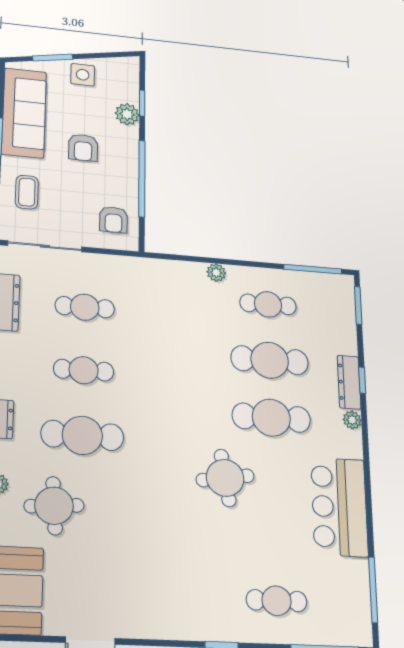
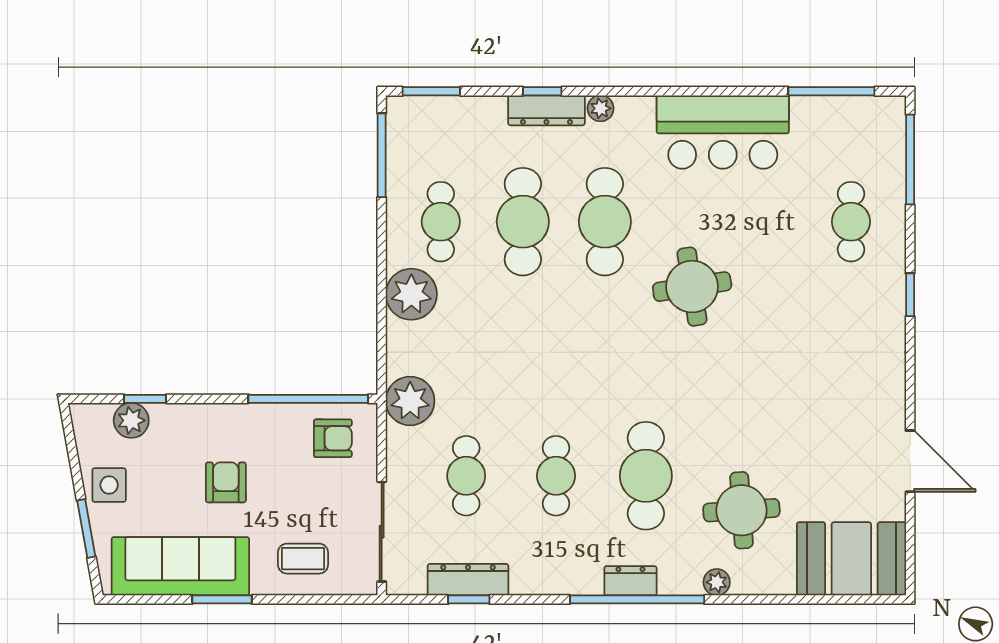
plant: (127, 114) -> (131, 420), moved
armchair: (83, 148) -> (226, 482), turned -90
window: (142, 178) -> (308, 399), moved
plant: (140, 273) -> (410, 401), added
plant: (216, 273) -> (411, 294), width x1.88, depth x1.88

